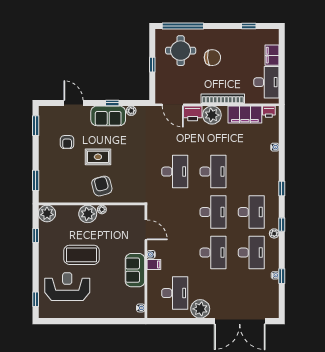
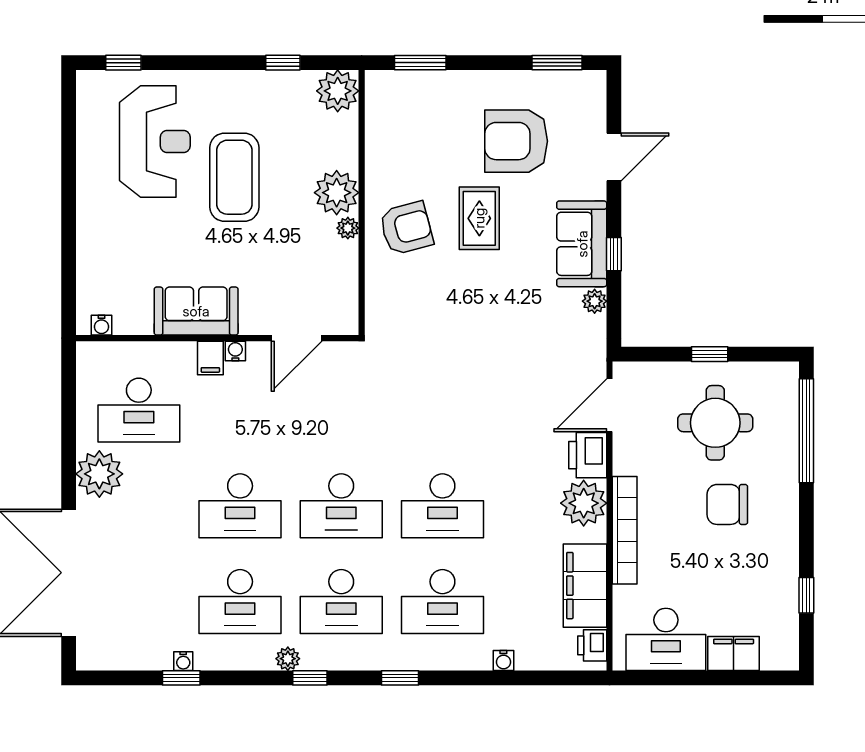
round table: (181, 51) -> (715, 423), moved
chair: (212, 58) -> (727, 504), turned 93
armchair: (67, 142) -> (516, 141), width x1.88, depth x1.88
desk: (175, 172) -> (442, 602), moved

